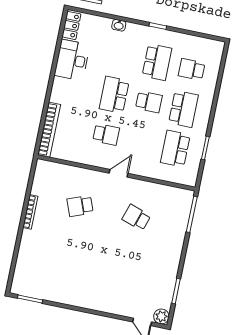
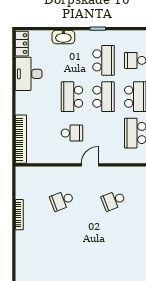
washbasin: (119, 25) -> (63, 37), width x1.91, depth x1.45
school desk: (149, 102) -> (104, 97), width x1.85
school desk: (136, 217) -> (113, 200), turned -39

